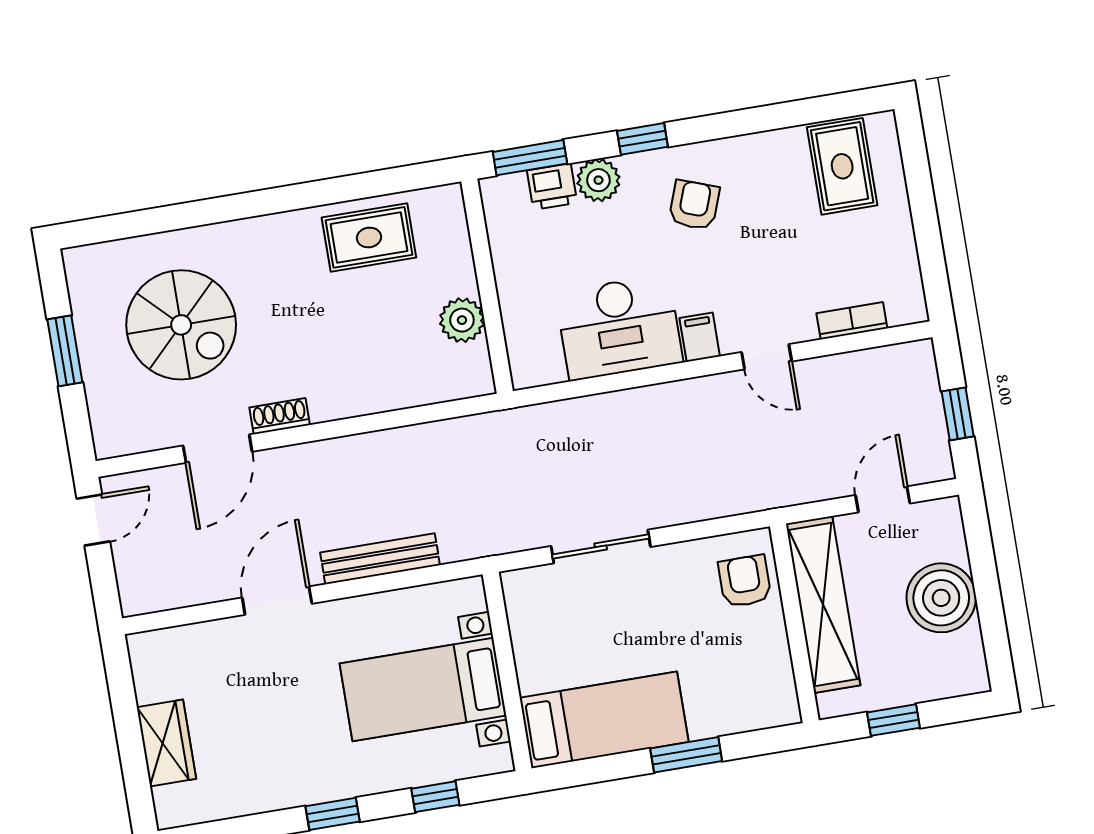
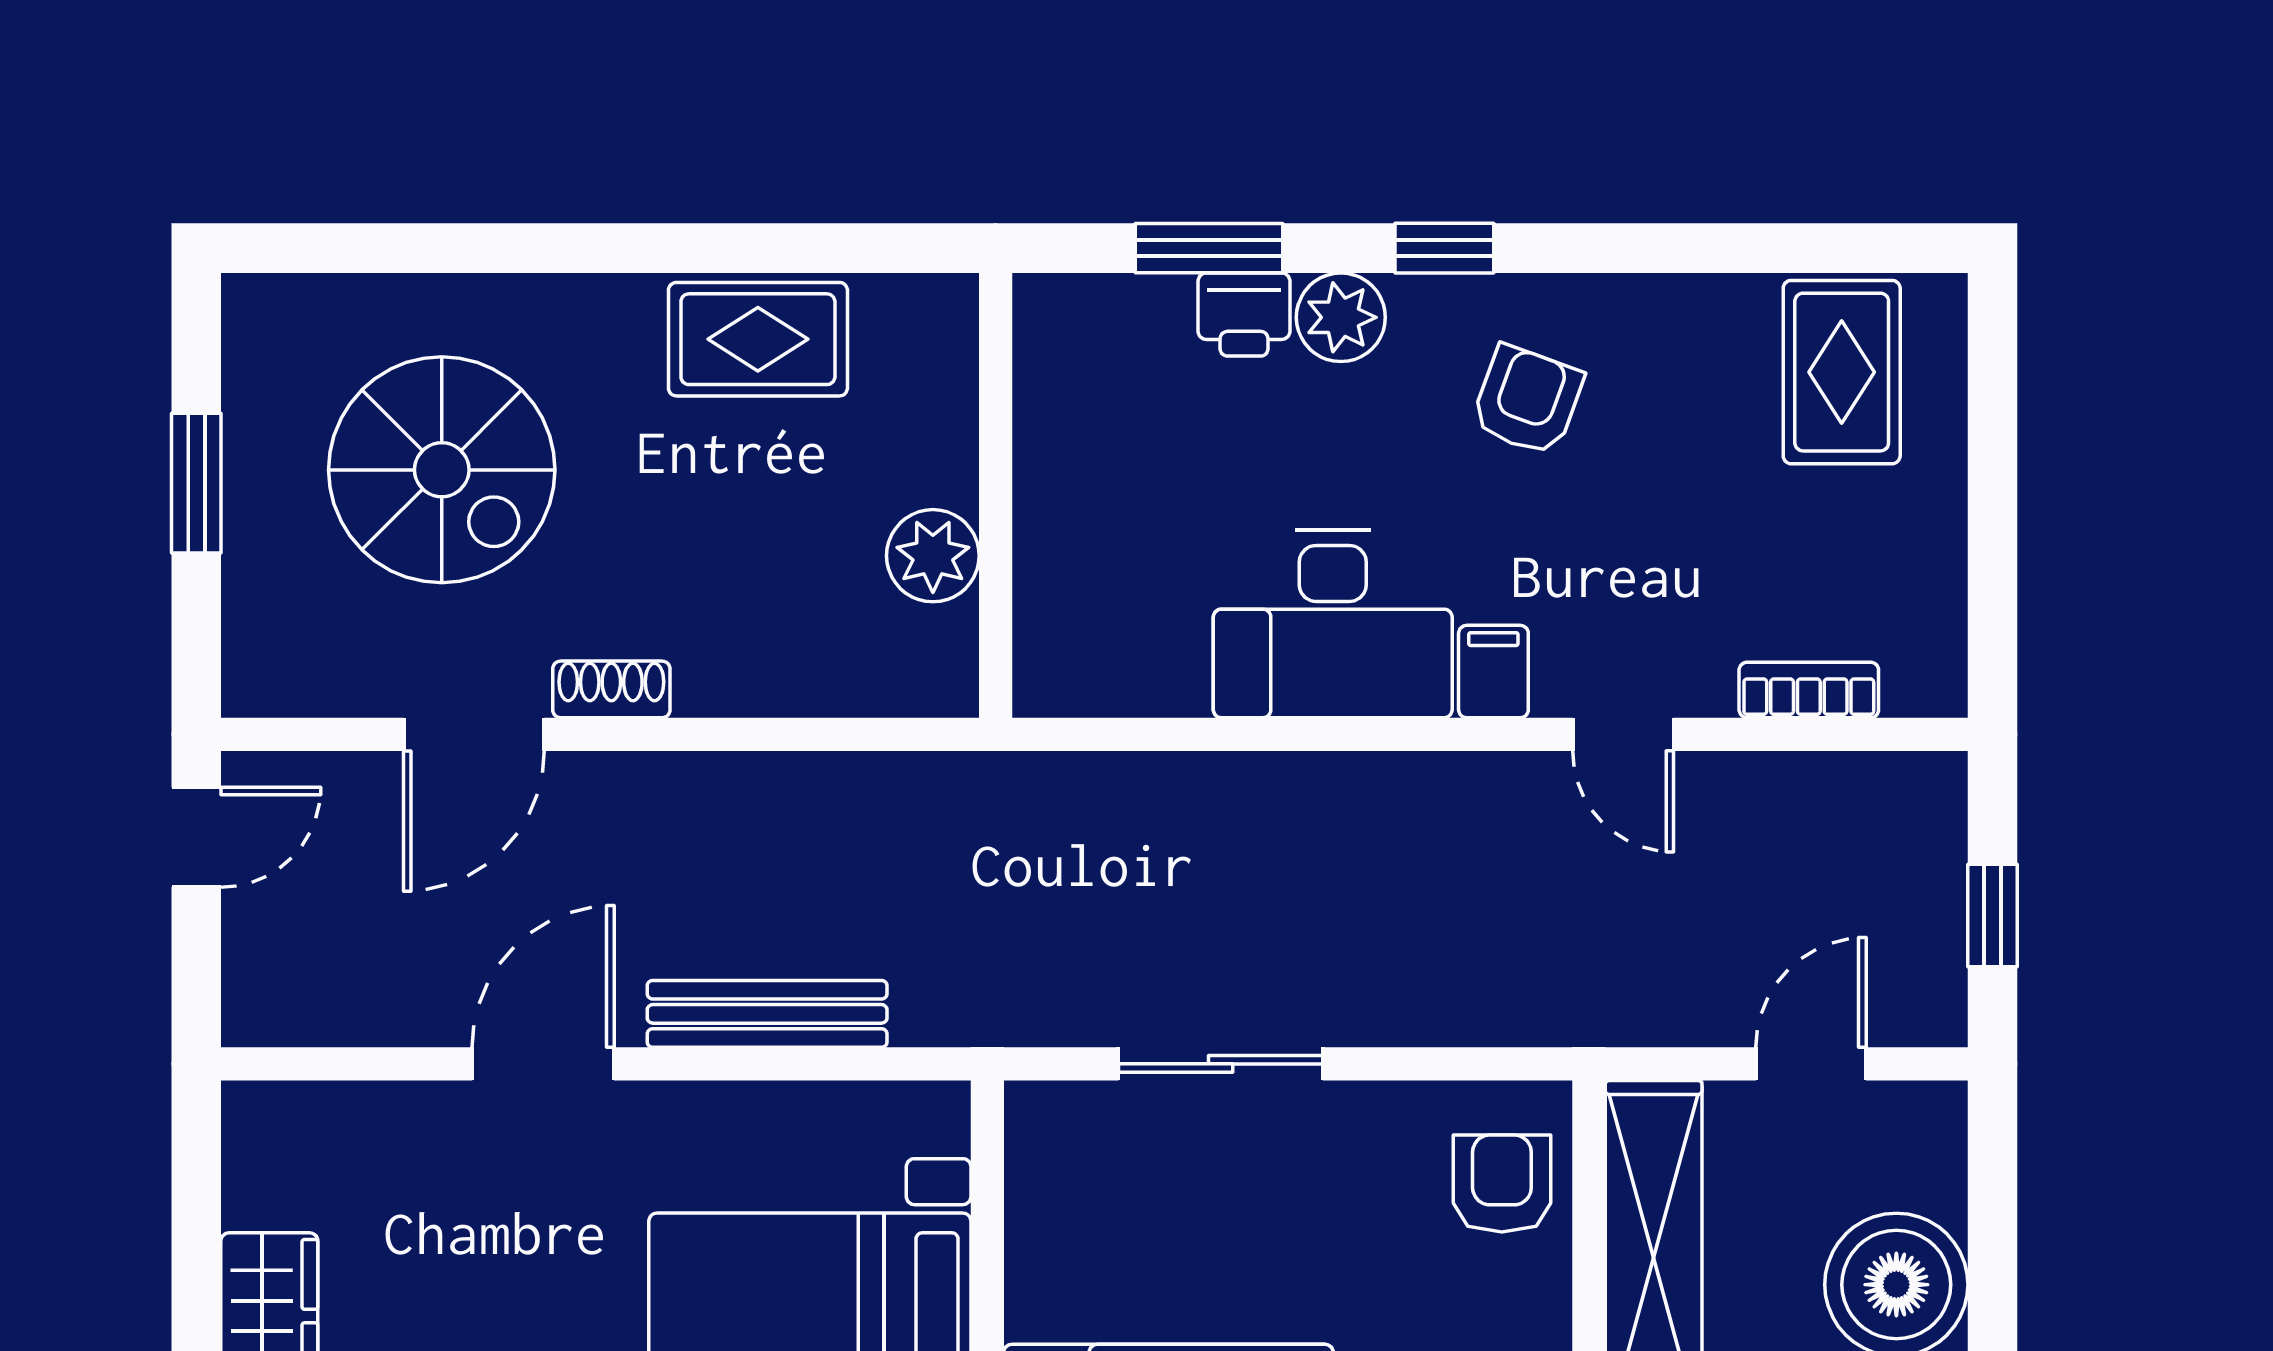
rug: (369, 237) -> (758, 339), moved
wall: (487, 286) -> (996, 495), moved
plant: (462, 320) -> (933, 556), moved

